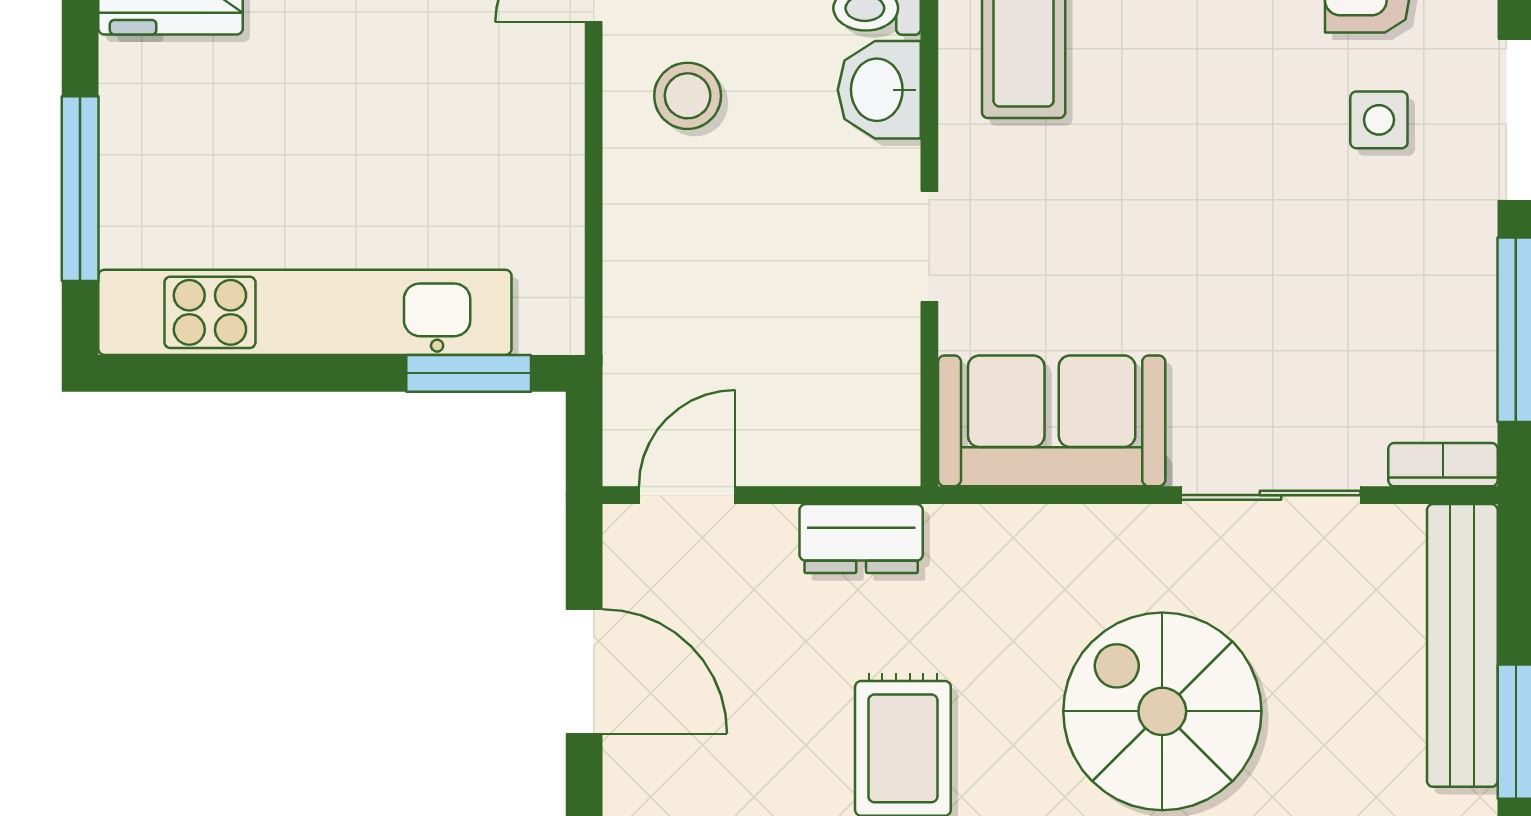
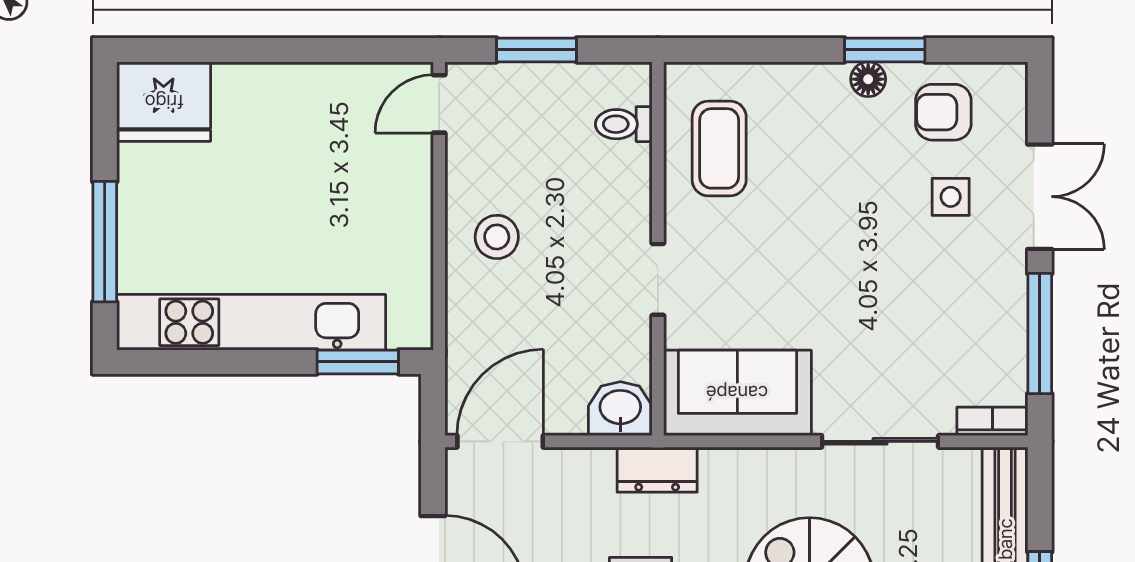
washbasin: (879, 90) -> (620, 409), moved, turned 90
stool: (688, 96) -> (497, 237), moved
door: (687, 495) -> (500, 441), width x1.38
dresser: (861, 539) -> (657, 470), moved

